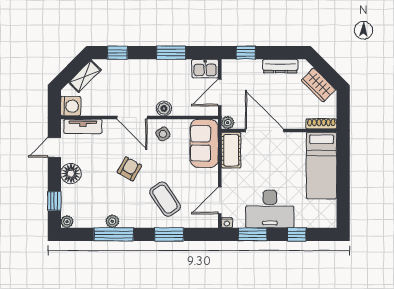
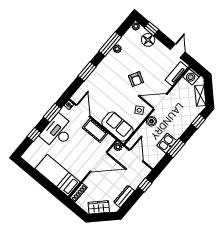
kitchen sink: (205, 69) -> (167, 143), moved
cot: (231, 150) -> (95, 130), moved
floor lamp: (71, 174) -> (148, 40), moved
coffee table: (165, 199) -> (106, 84), removed

